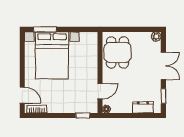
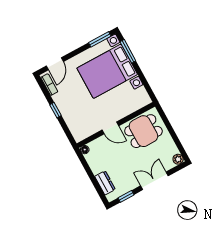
window: (22, 47) -> (100, 39), added
double door: (163, 66) -> (154, 181), swing flipped
door: (100, 91) -> (110, 128), moved
window: (83, 115) -> (56, 110), moved

